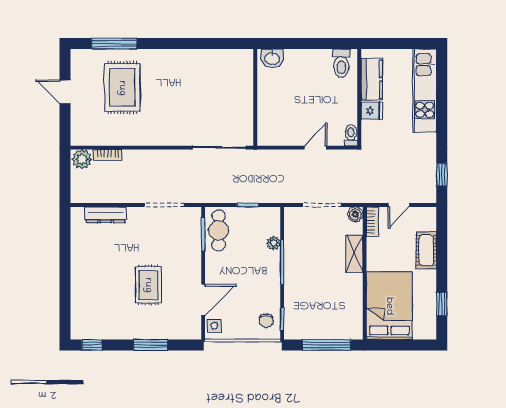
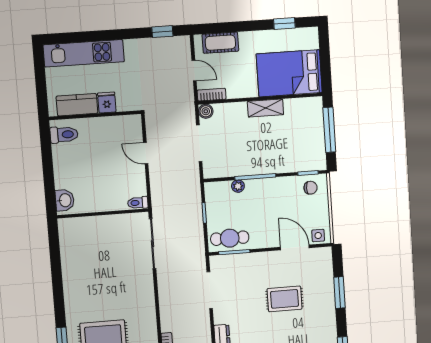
toilet: (351, 135) -> (138, 203), moved
cot: (426, 250) -> (220, 43), moved
shelving: (354, 254) -> (265, 108), moved

